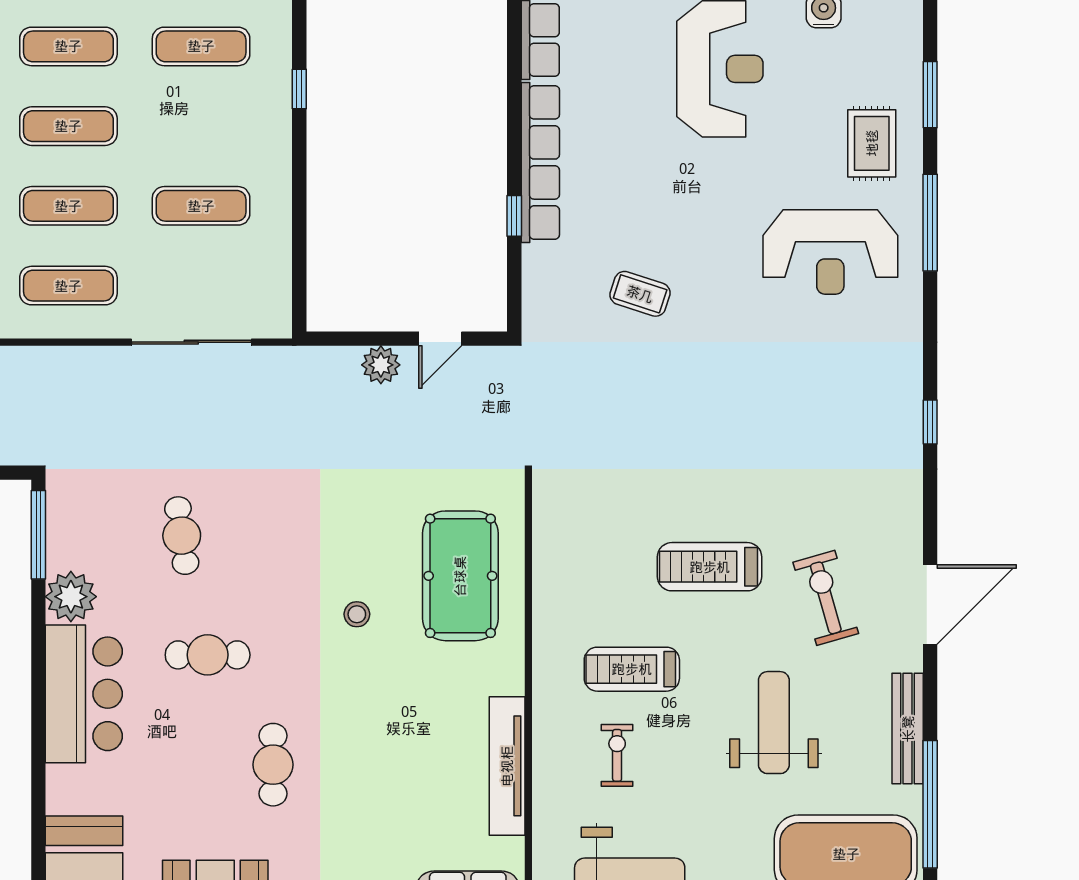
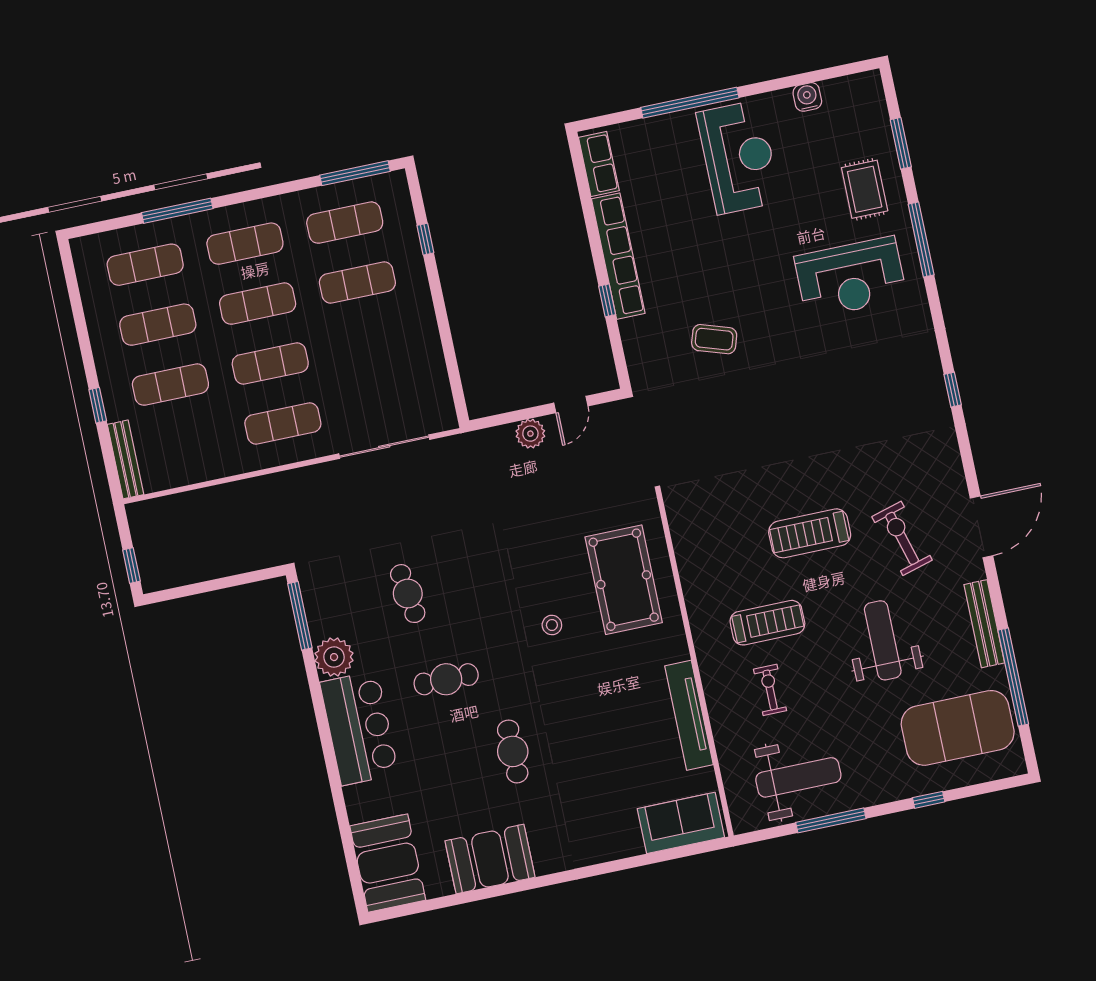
exercise mat: (201, 206) -> (357, 283), moved
treadmill: (632, 669) -> (767, 623), turned 180

